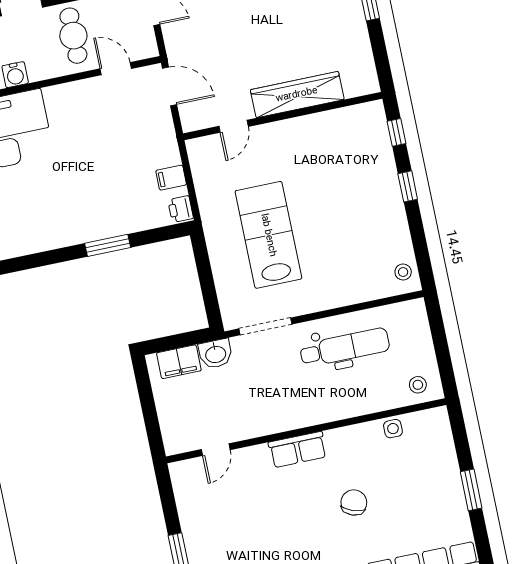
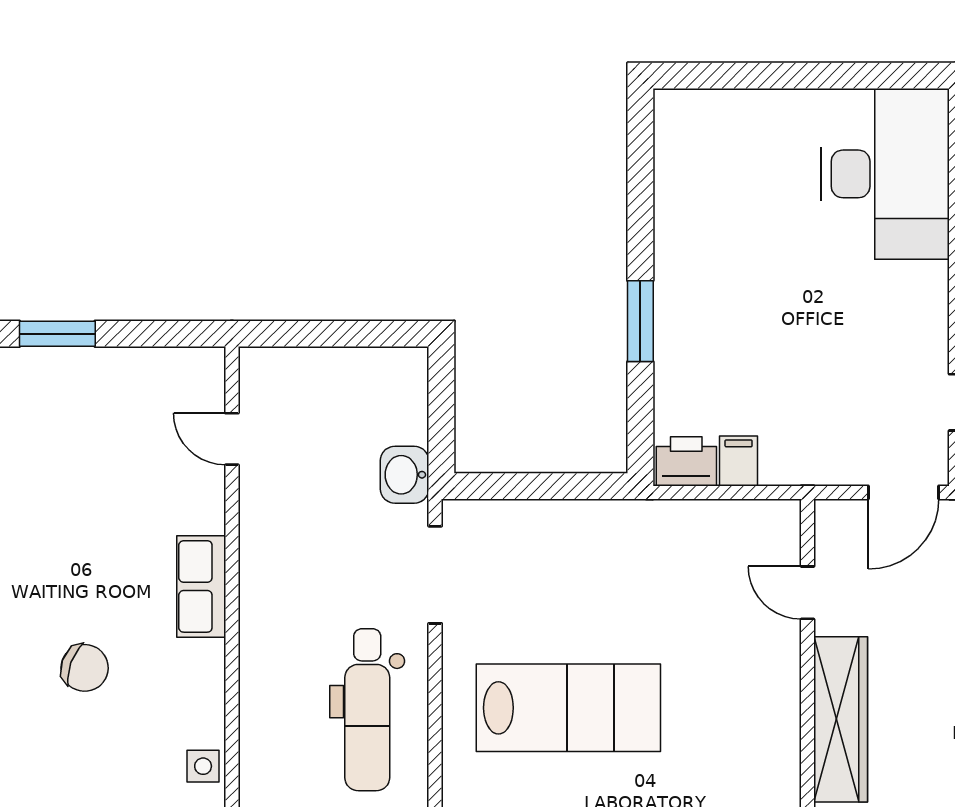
printer: (181, 209) -> (686, 461), width x1.36, depth x1.24
lab bench: (268, 235) -> (568, 708), moved
filing cabinet: (179, 362) -> (404, 406), removed

